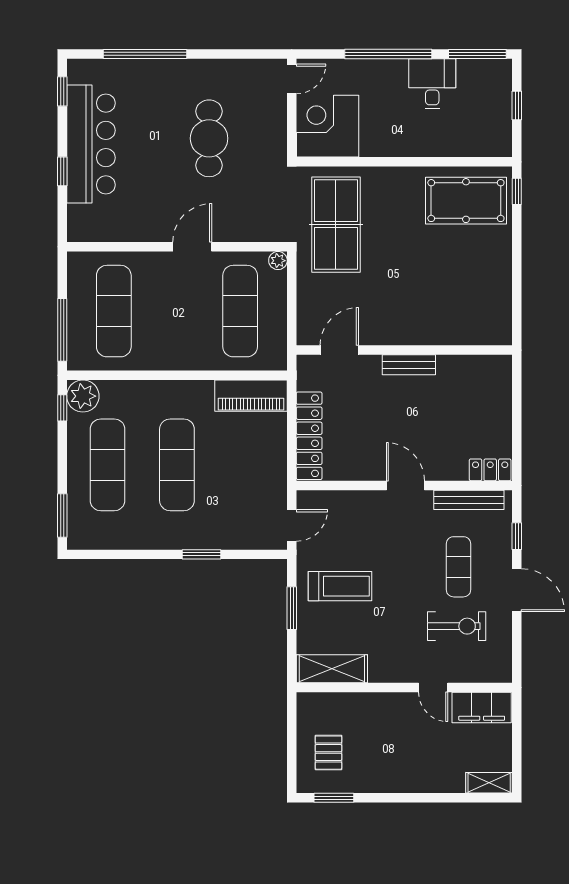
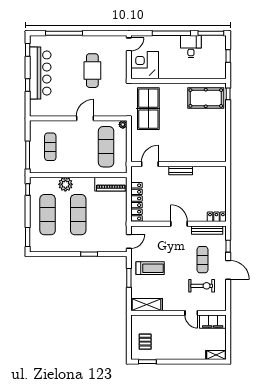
exercise mat: (114, 311) -> (50, 147), width x0.73, depth x0.69
plant: (83, 396) -> (65, 184), moved

